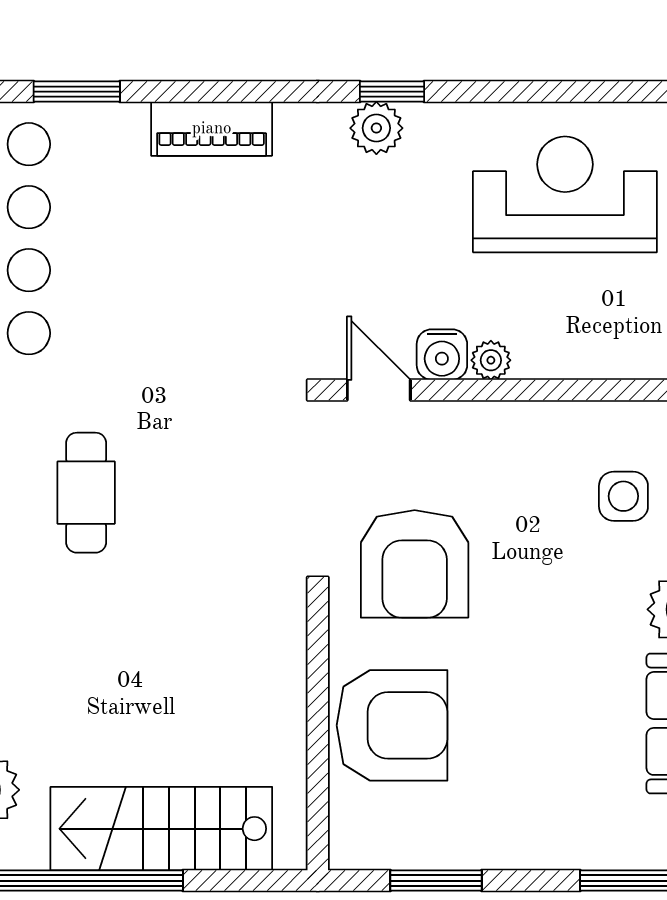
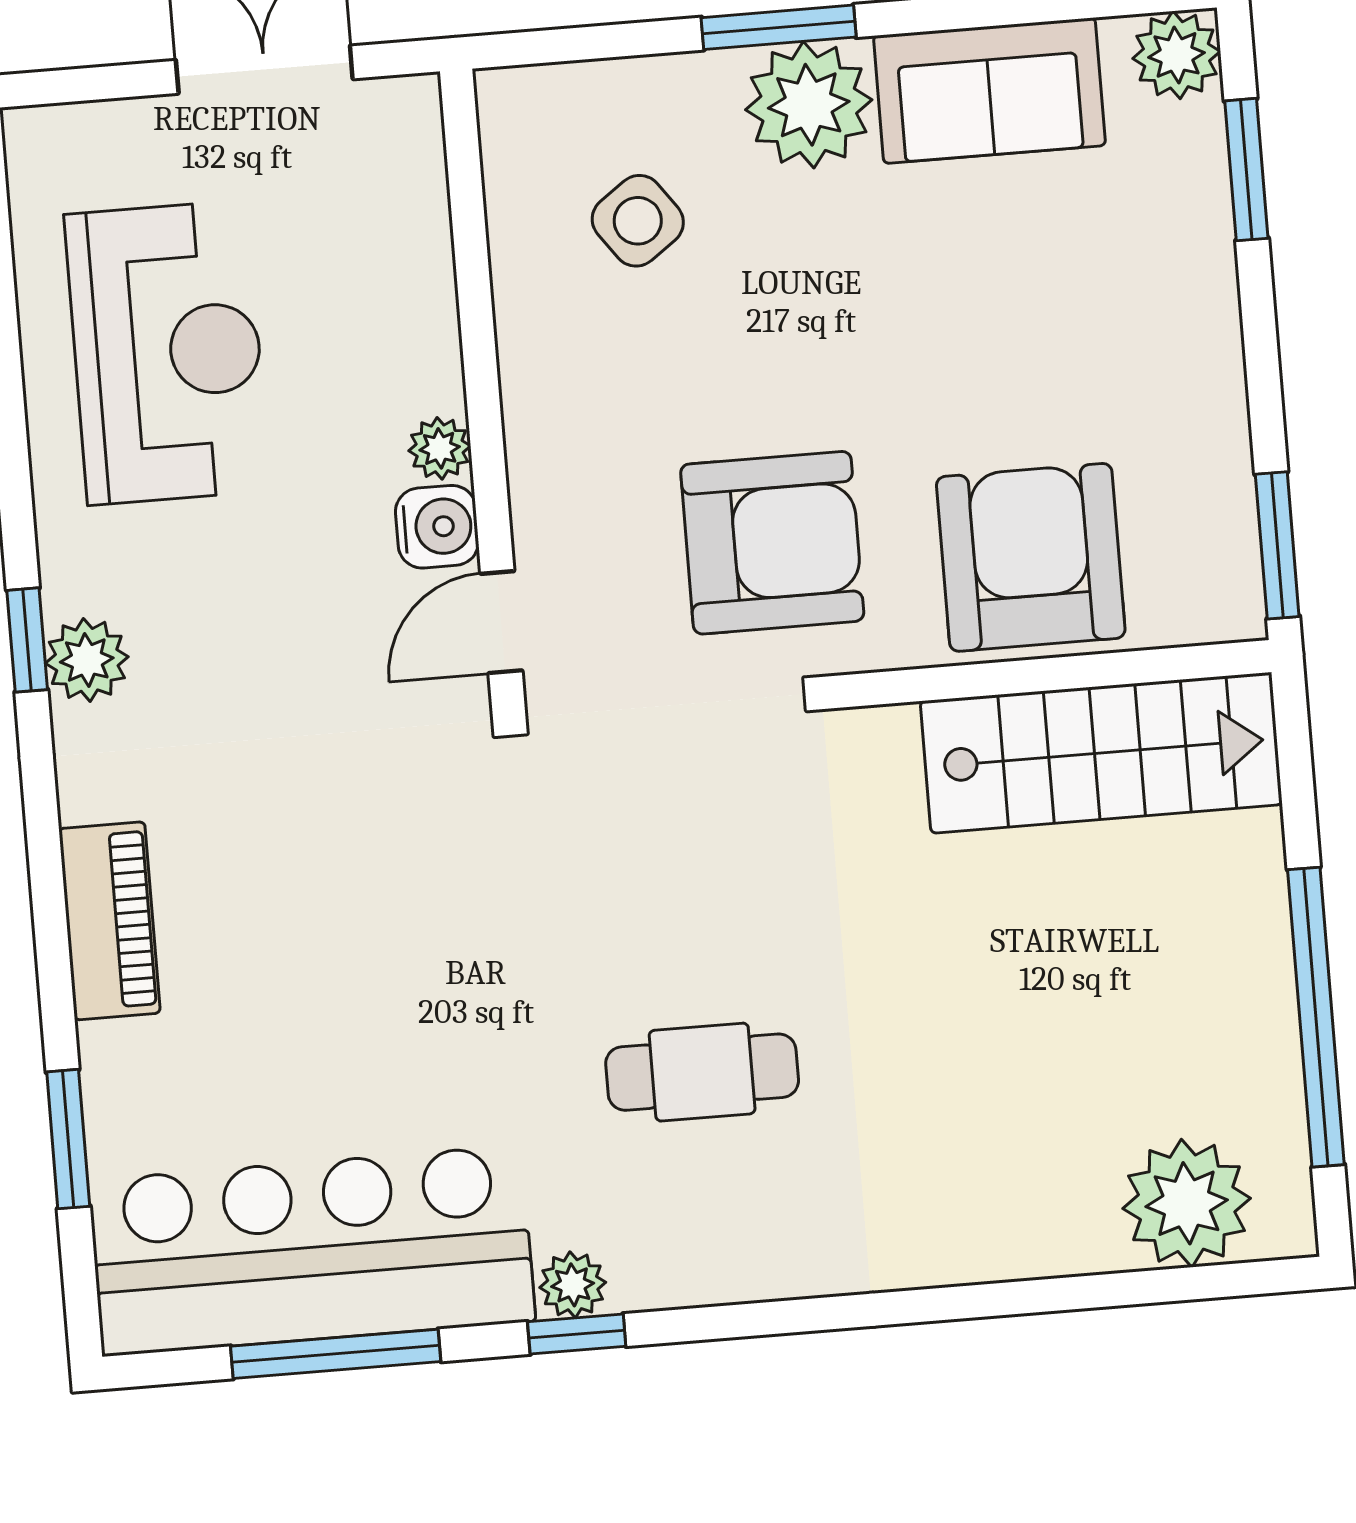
reception desk: (565, 194) -> (167, 353), turned 180
side table: (623, 496) -> (638, 221), turned -36
stairs: (161, 829) -> (1101, 753), moved, turned -90
window: (436, 881) -> (1277, 545), moved

